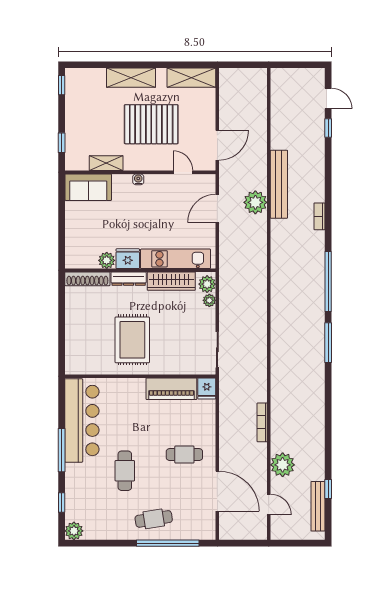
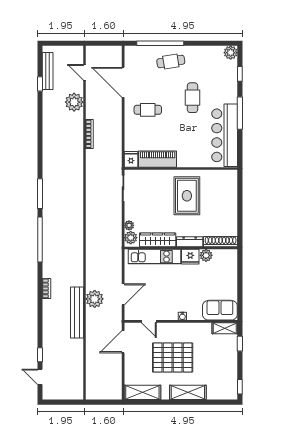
shelving: (106, 163) -> (225, 328), moved

